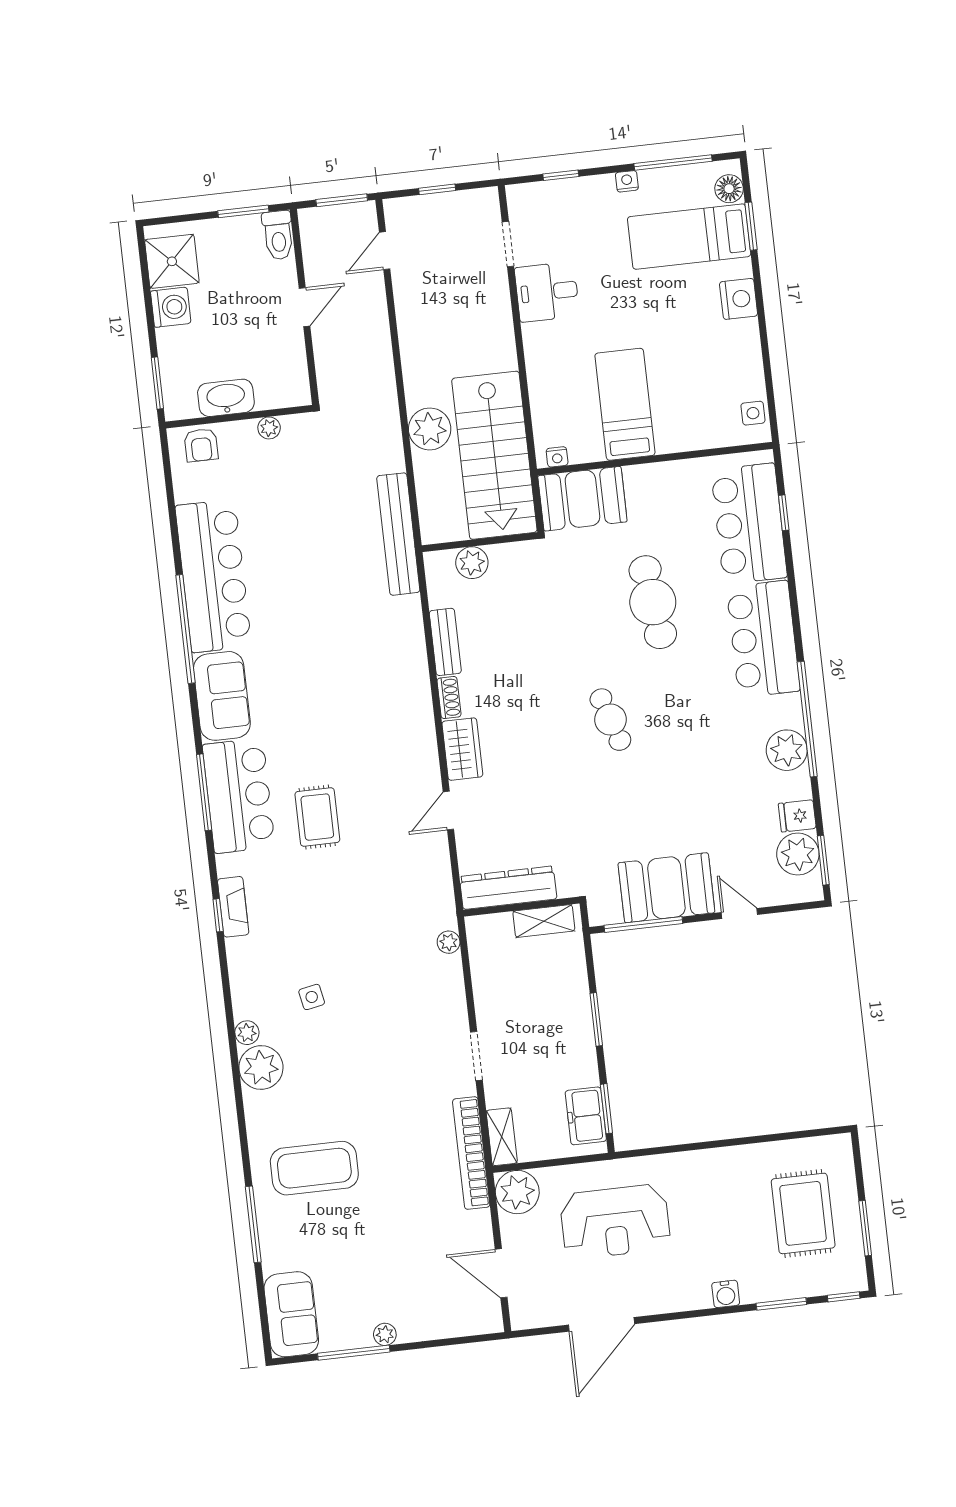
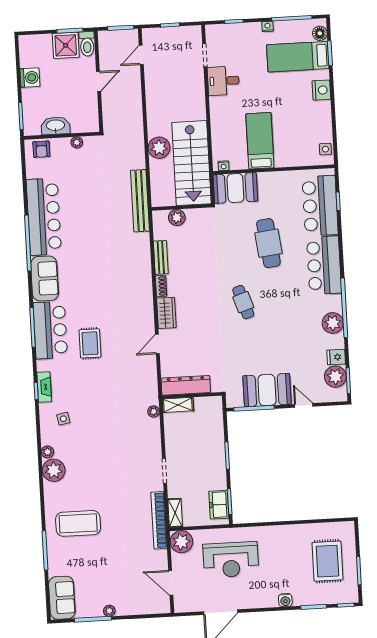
shower: (172, 261) -> (66, 45), moved
shelving: (544, 921) -> (178, 405), moved
side table: (312, 997) -> (63, 419), moved

